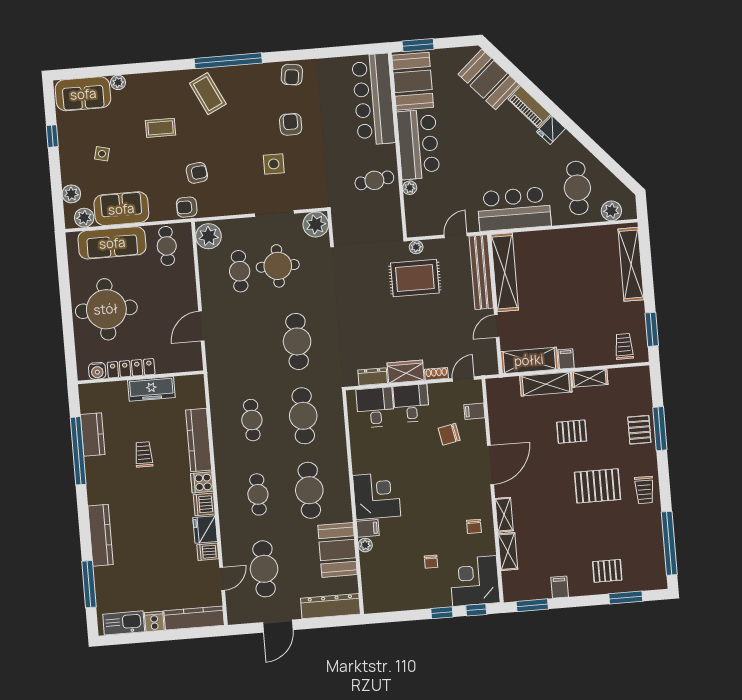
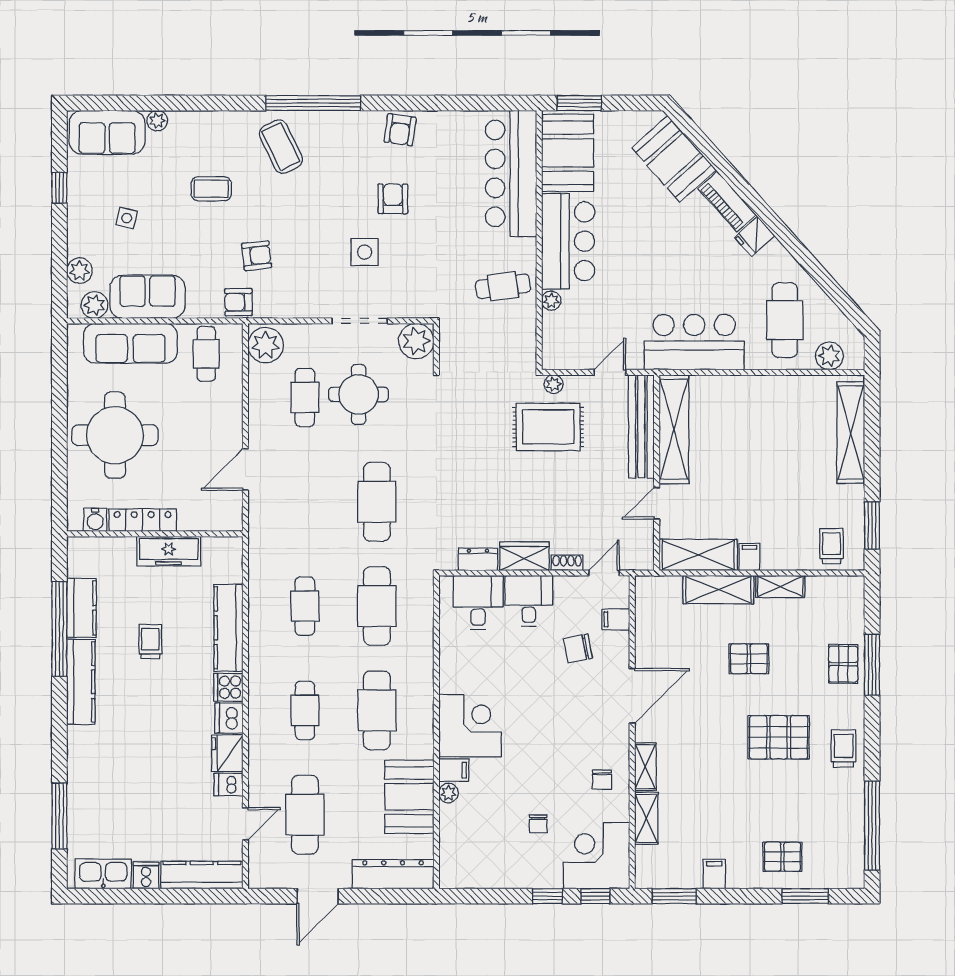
trolley: (644, 490) -> (843, 748), turned 180
kitchen counter: (100, 535) -> (81, 682), moved

